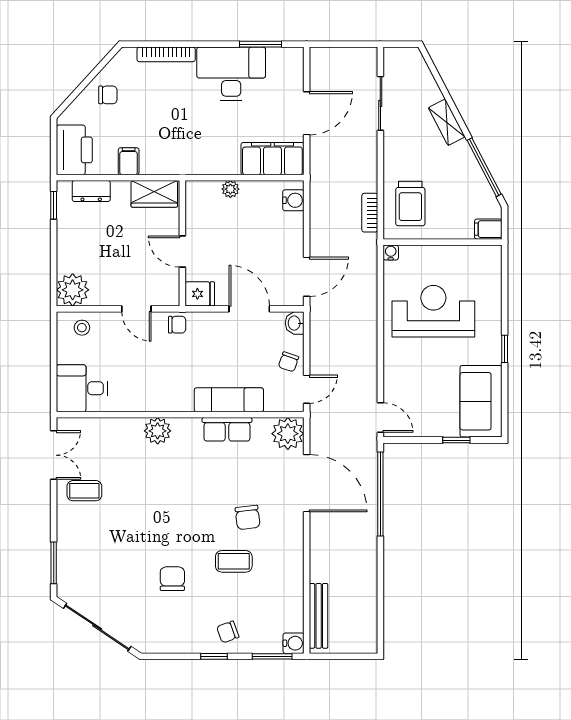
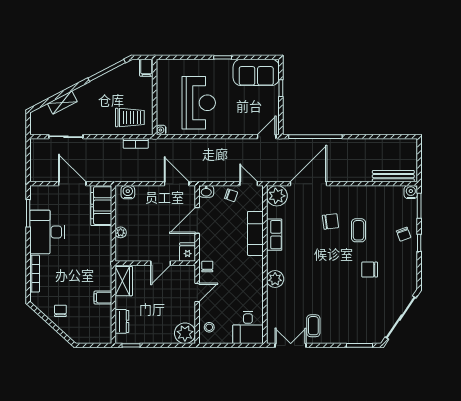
shelving: (447, 122) -> (62, 102), moved
printer: (74, 150) -> (96, 332), removed
reception desk: (433, 311) -> (199, 103), turned 180

